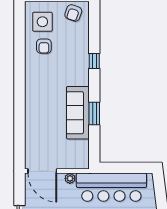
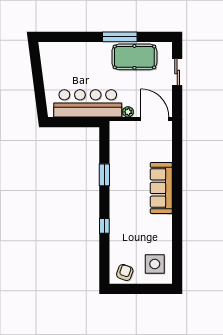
armchair: (44, 46) -> (153, 240), removed
sofa: (78, 113) -> (161, 188), moved, turned 180

